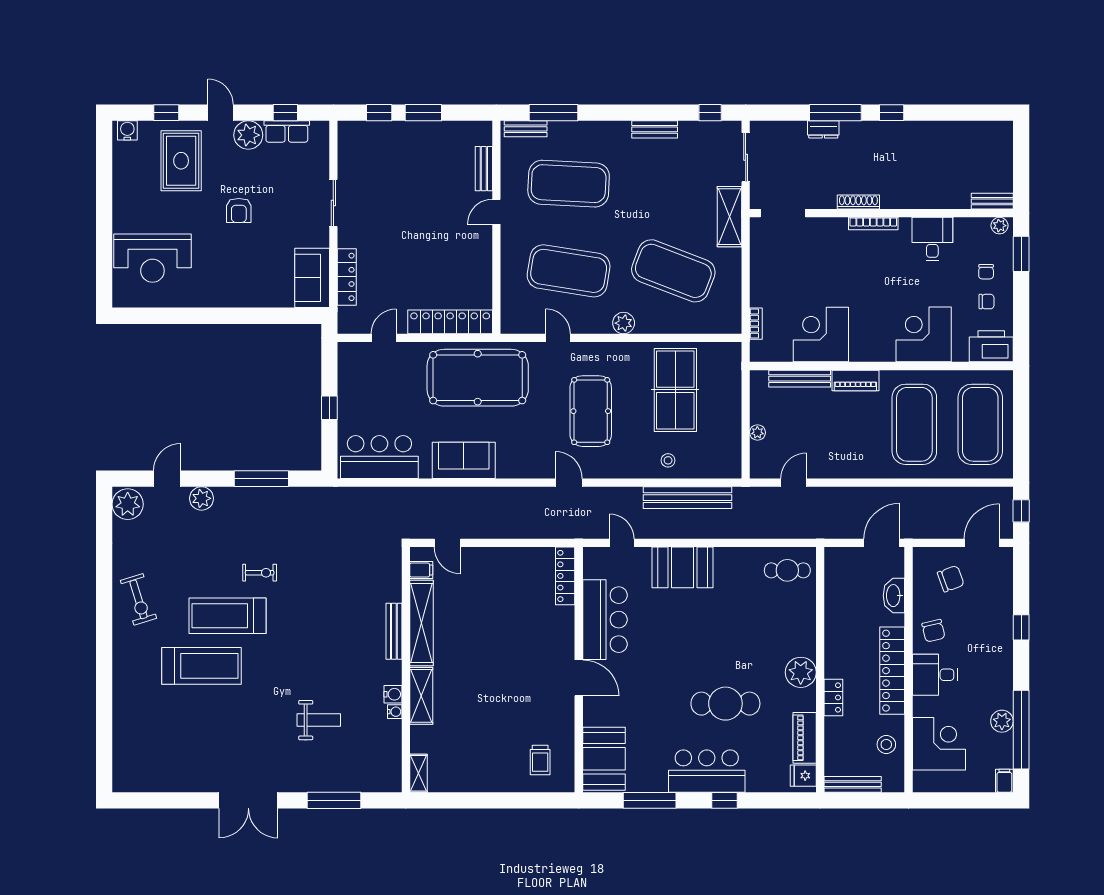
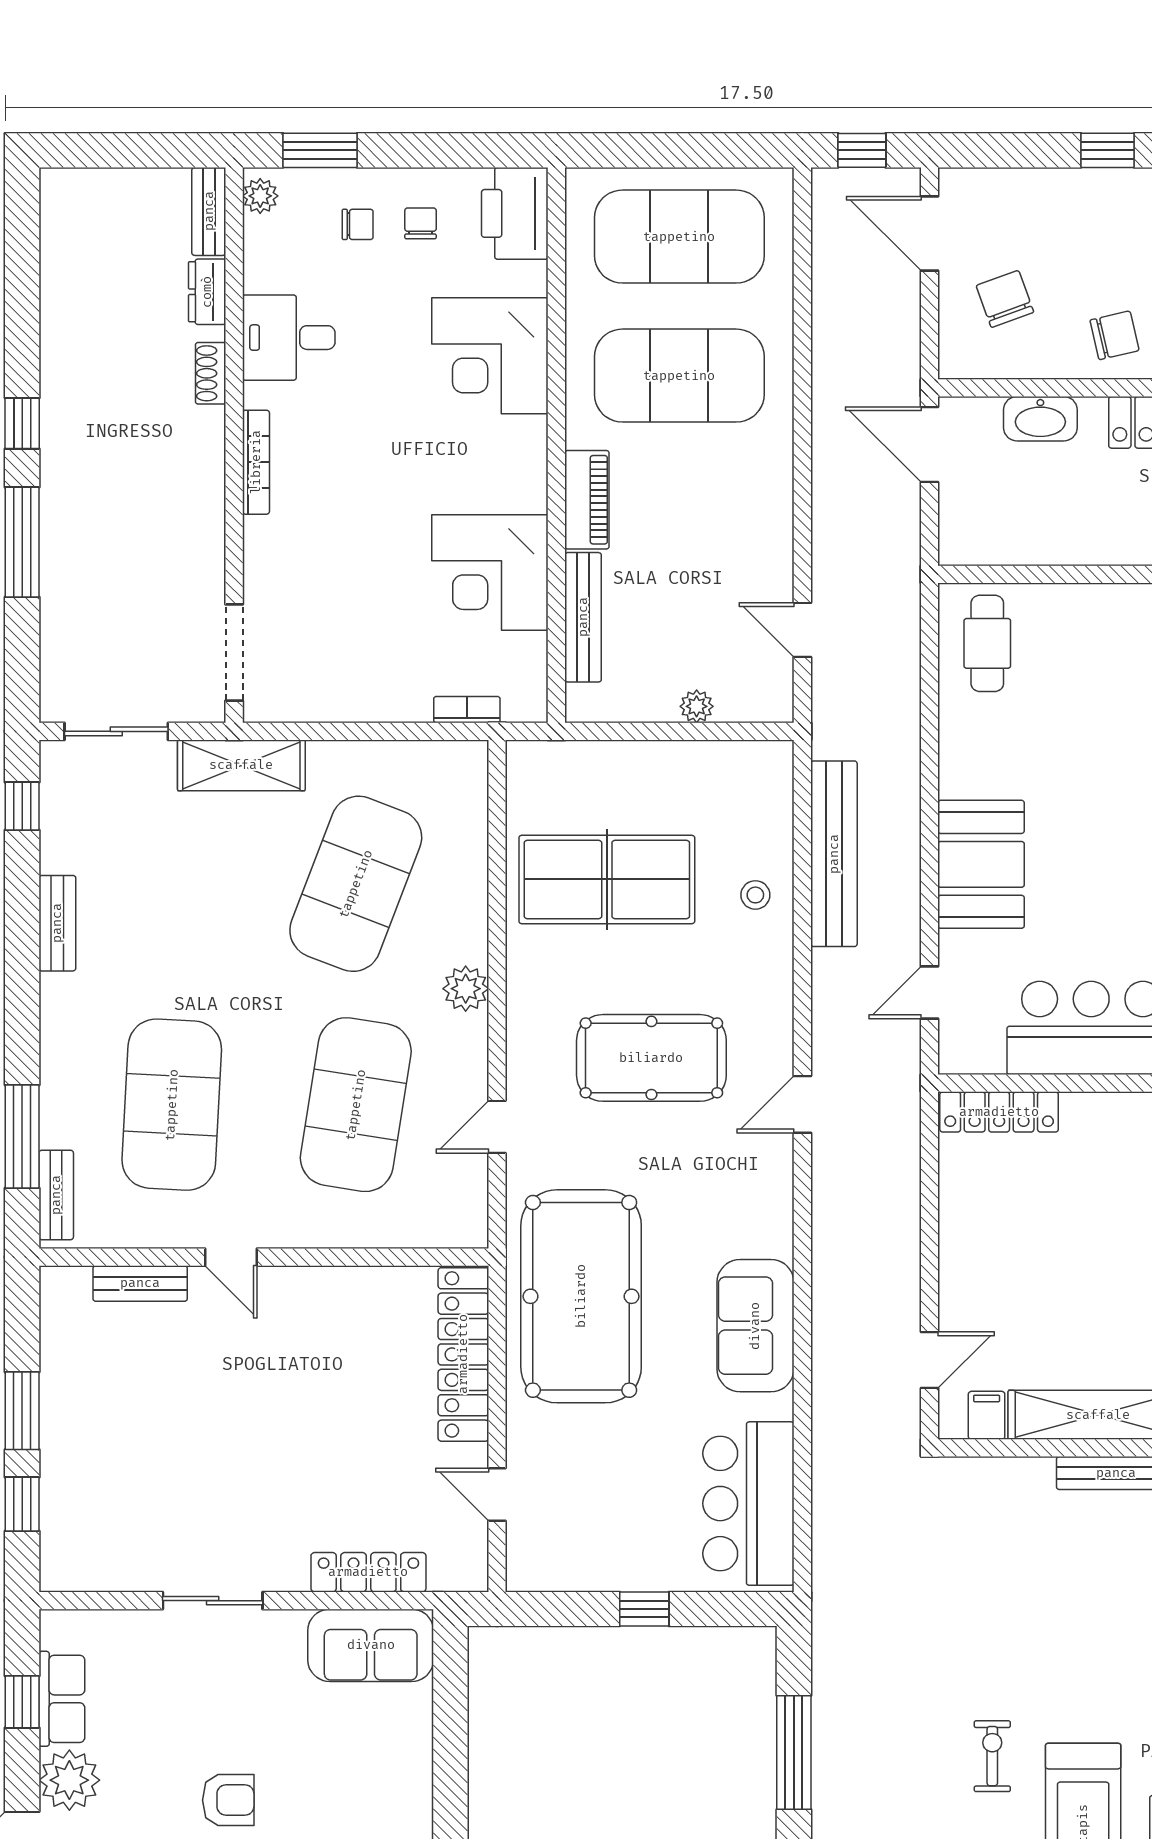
dresser: (823, 129) -> (207, 292), moved, turned 180
shoe rack: (858, 202) -> (211, 373), moved, width x0.70

